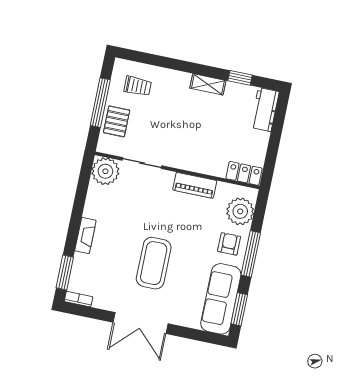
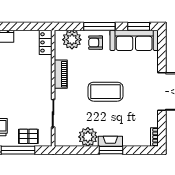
plant: (105, 171) -> (88, 137), moved
coffee table: (154, 263) -> (105, 92), moved
window: (65, 272) -> (111, 150), moved

